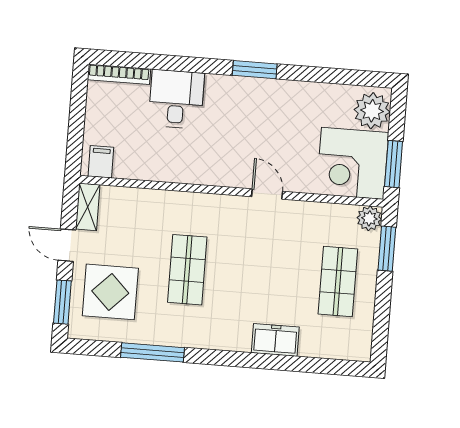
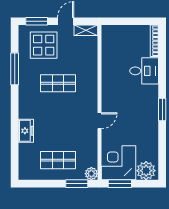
filing cabinet: (101, 162) -> (109, 35), removed

